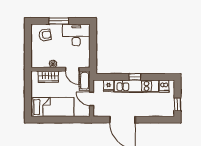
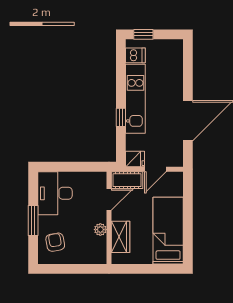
window: (135, 77) -> (121, 117), moved
fridge: (109, 86) -> (135, 159), moved
window: (177, 104) -> (143, 34), moved

